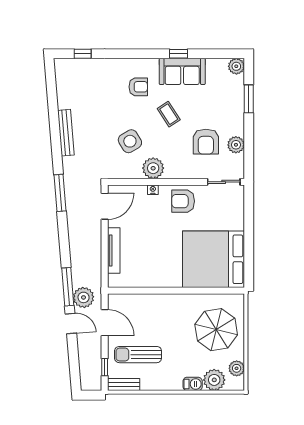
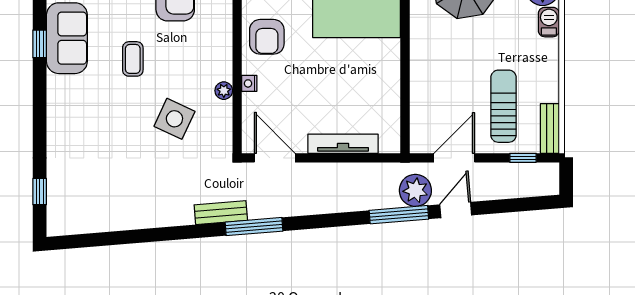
armchair: (138, 87) -> (90, 106), removed
coffee table: (169, 114) -> (133, 59), turned -57
bench: (66, 133) -> (221, 213), moved, width x0.73
side table: (130, 141) -> (174, 119), turned -34
plant: (153, 168) -> (224, 91), width x0.53, depth x0.53
sun lounger: (138, 355) -> (504, 106), turned 180

